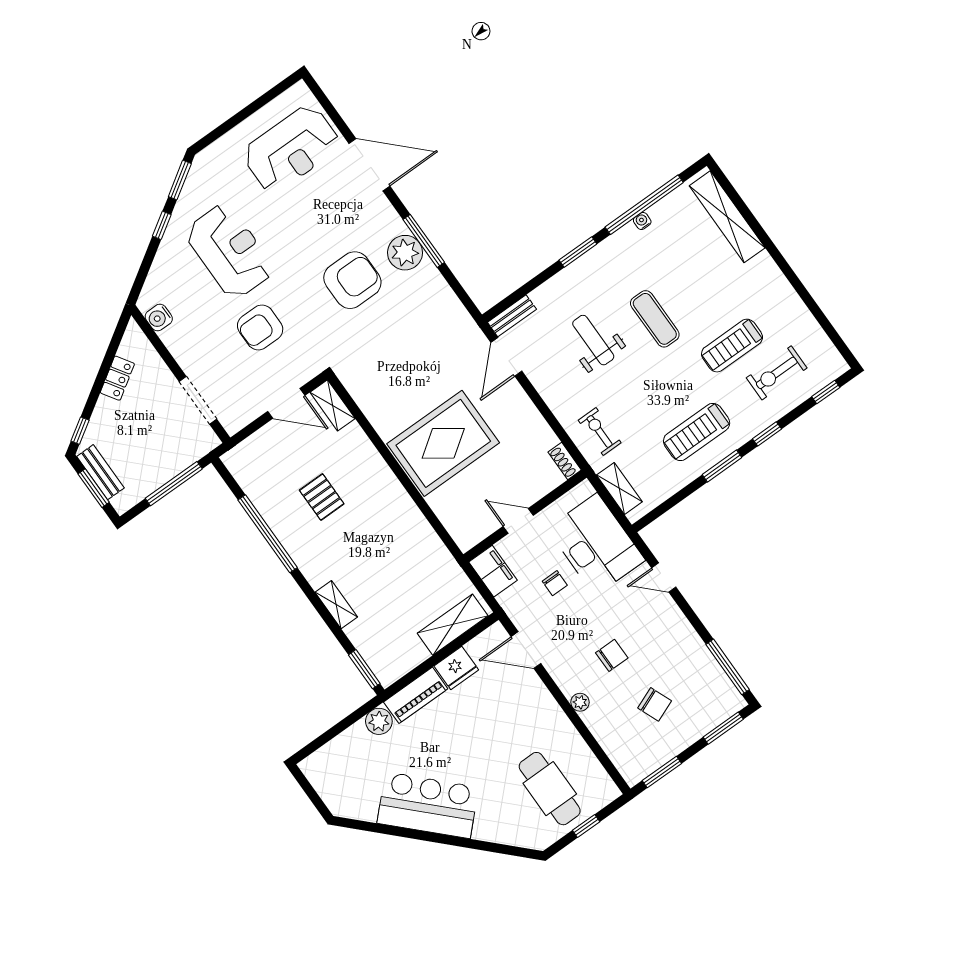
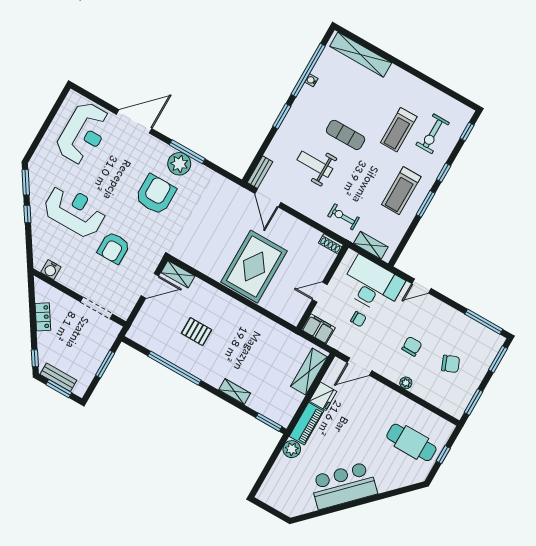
window: (174, 484) -> (105, 364), width x0.69

